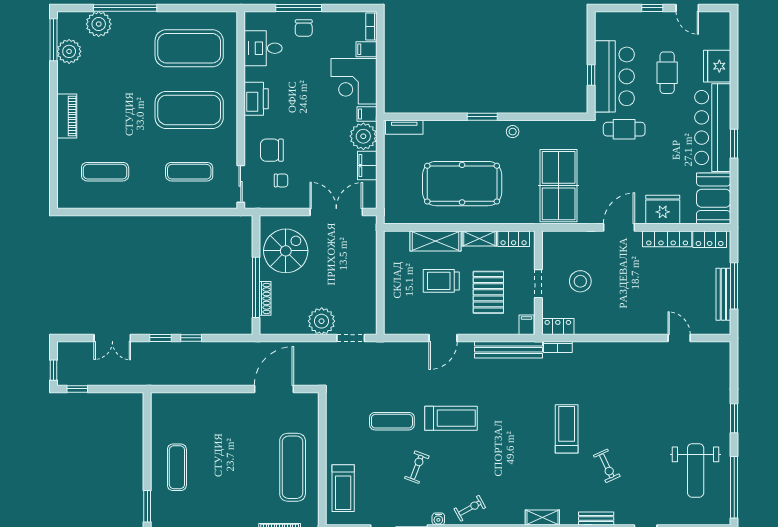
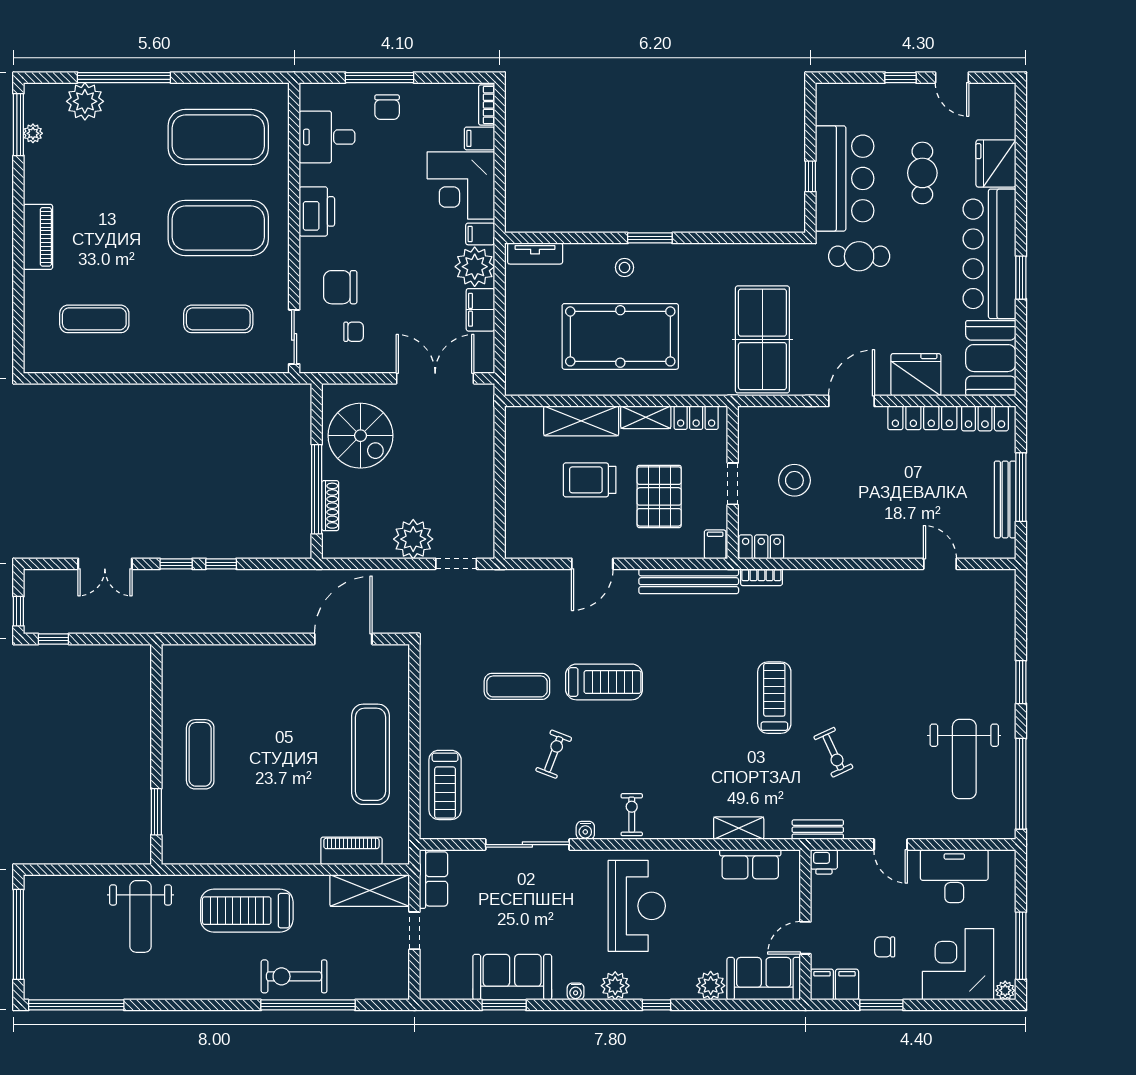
plant: (69, 51) -> (33, 133), width x0.53, depth x0.53
stool: (513, 132) -> (625, 267), moved
spiral stairs: (286, 251) -> (360, 436), turned 90
exercise bike: (470, 508) -> (632, 815), turned -61

